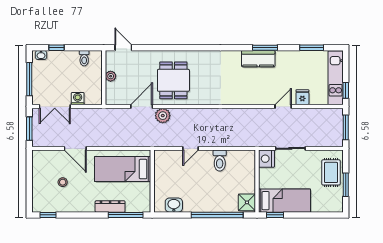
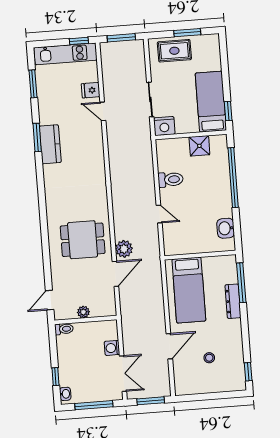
toilet: (84, 58) -> (64, 329), moved
door: (142, 106) -> (115, 274), swing flipped
shower: (247, 202) -> (199, 146), moved

